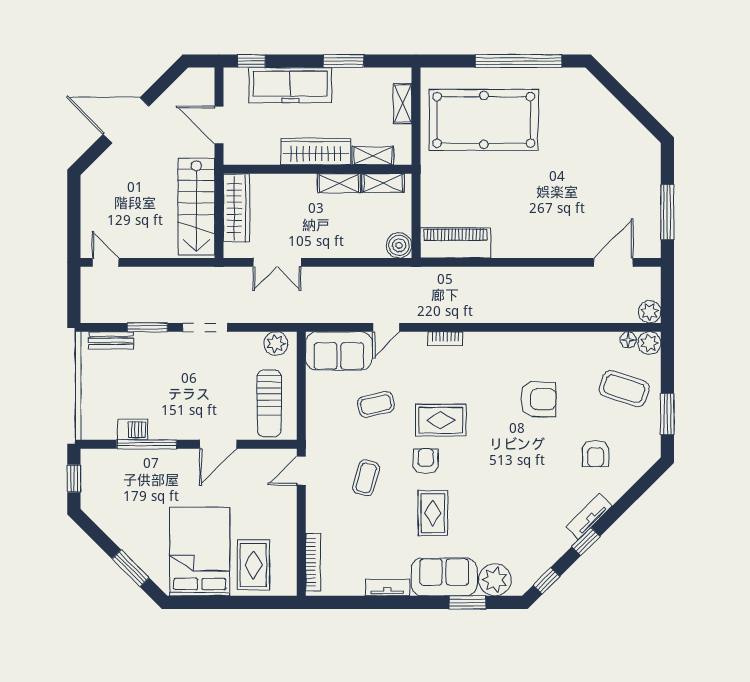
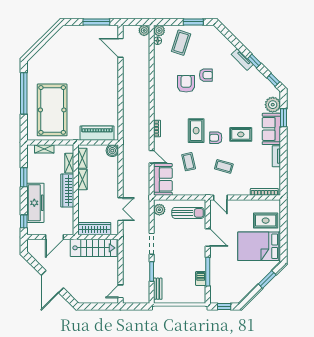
piano: (455, 243) -> (97, 133), moved, turned 90
armchair: (596, 454) -> (206, 75), moved

